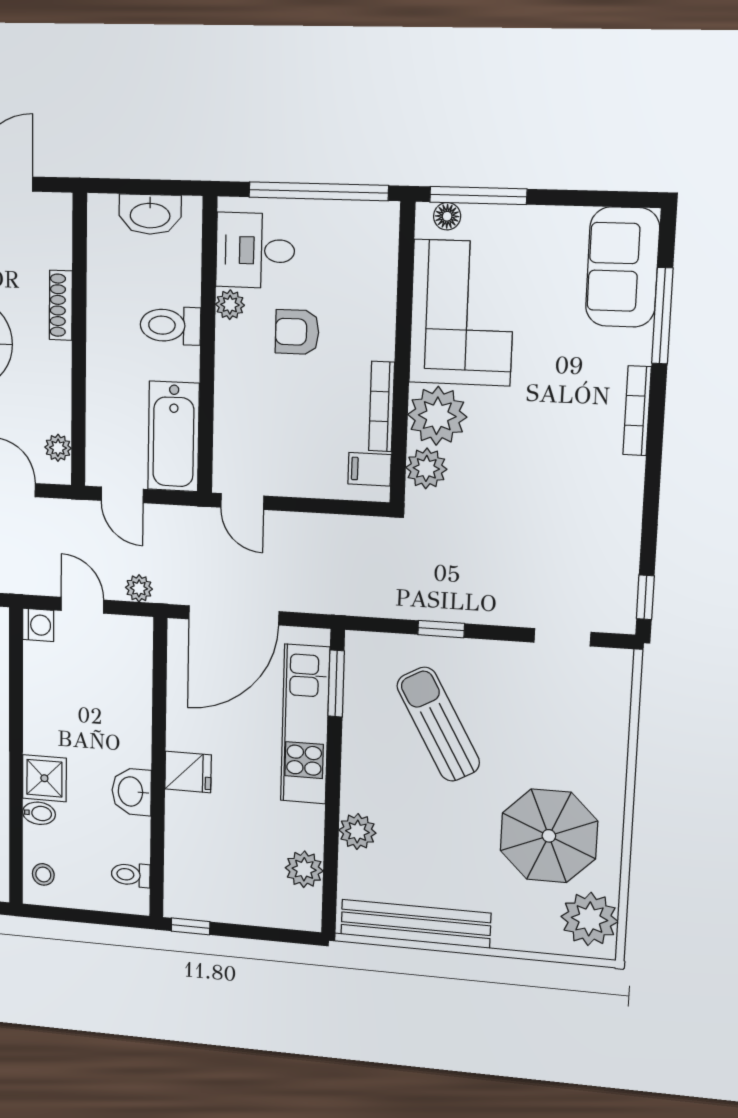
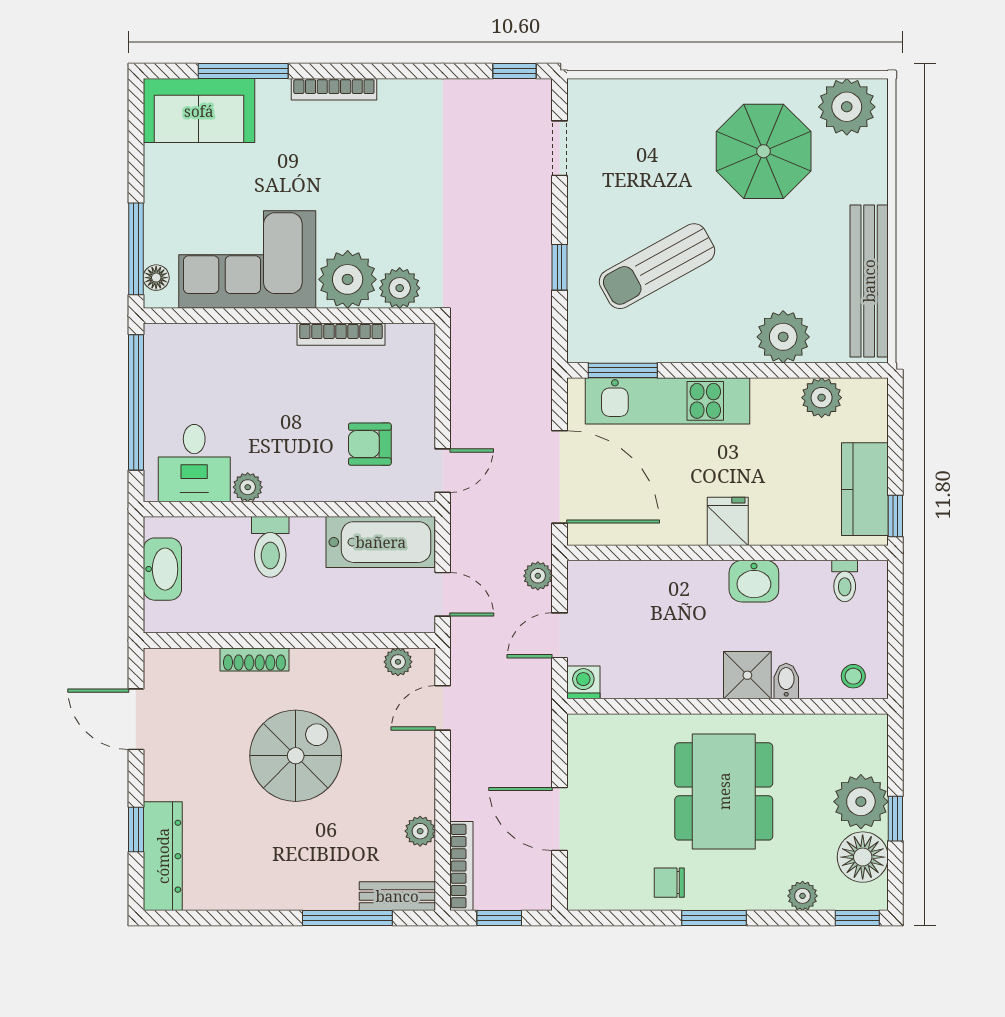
armchair: (297, 332) -> (370, 444), moved, turned 90
filing cabinet: (370, 469) -> (403, 344), removed
door: (122, 495) -> (443, 594), hinge flipped
plant: (357, 832) -> (783, 337), width x1.36, depth x1.36
kitchen counter: (216, 901) -> (865, 489), added

